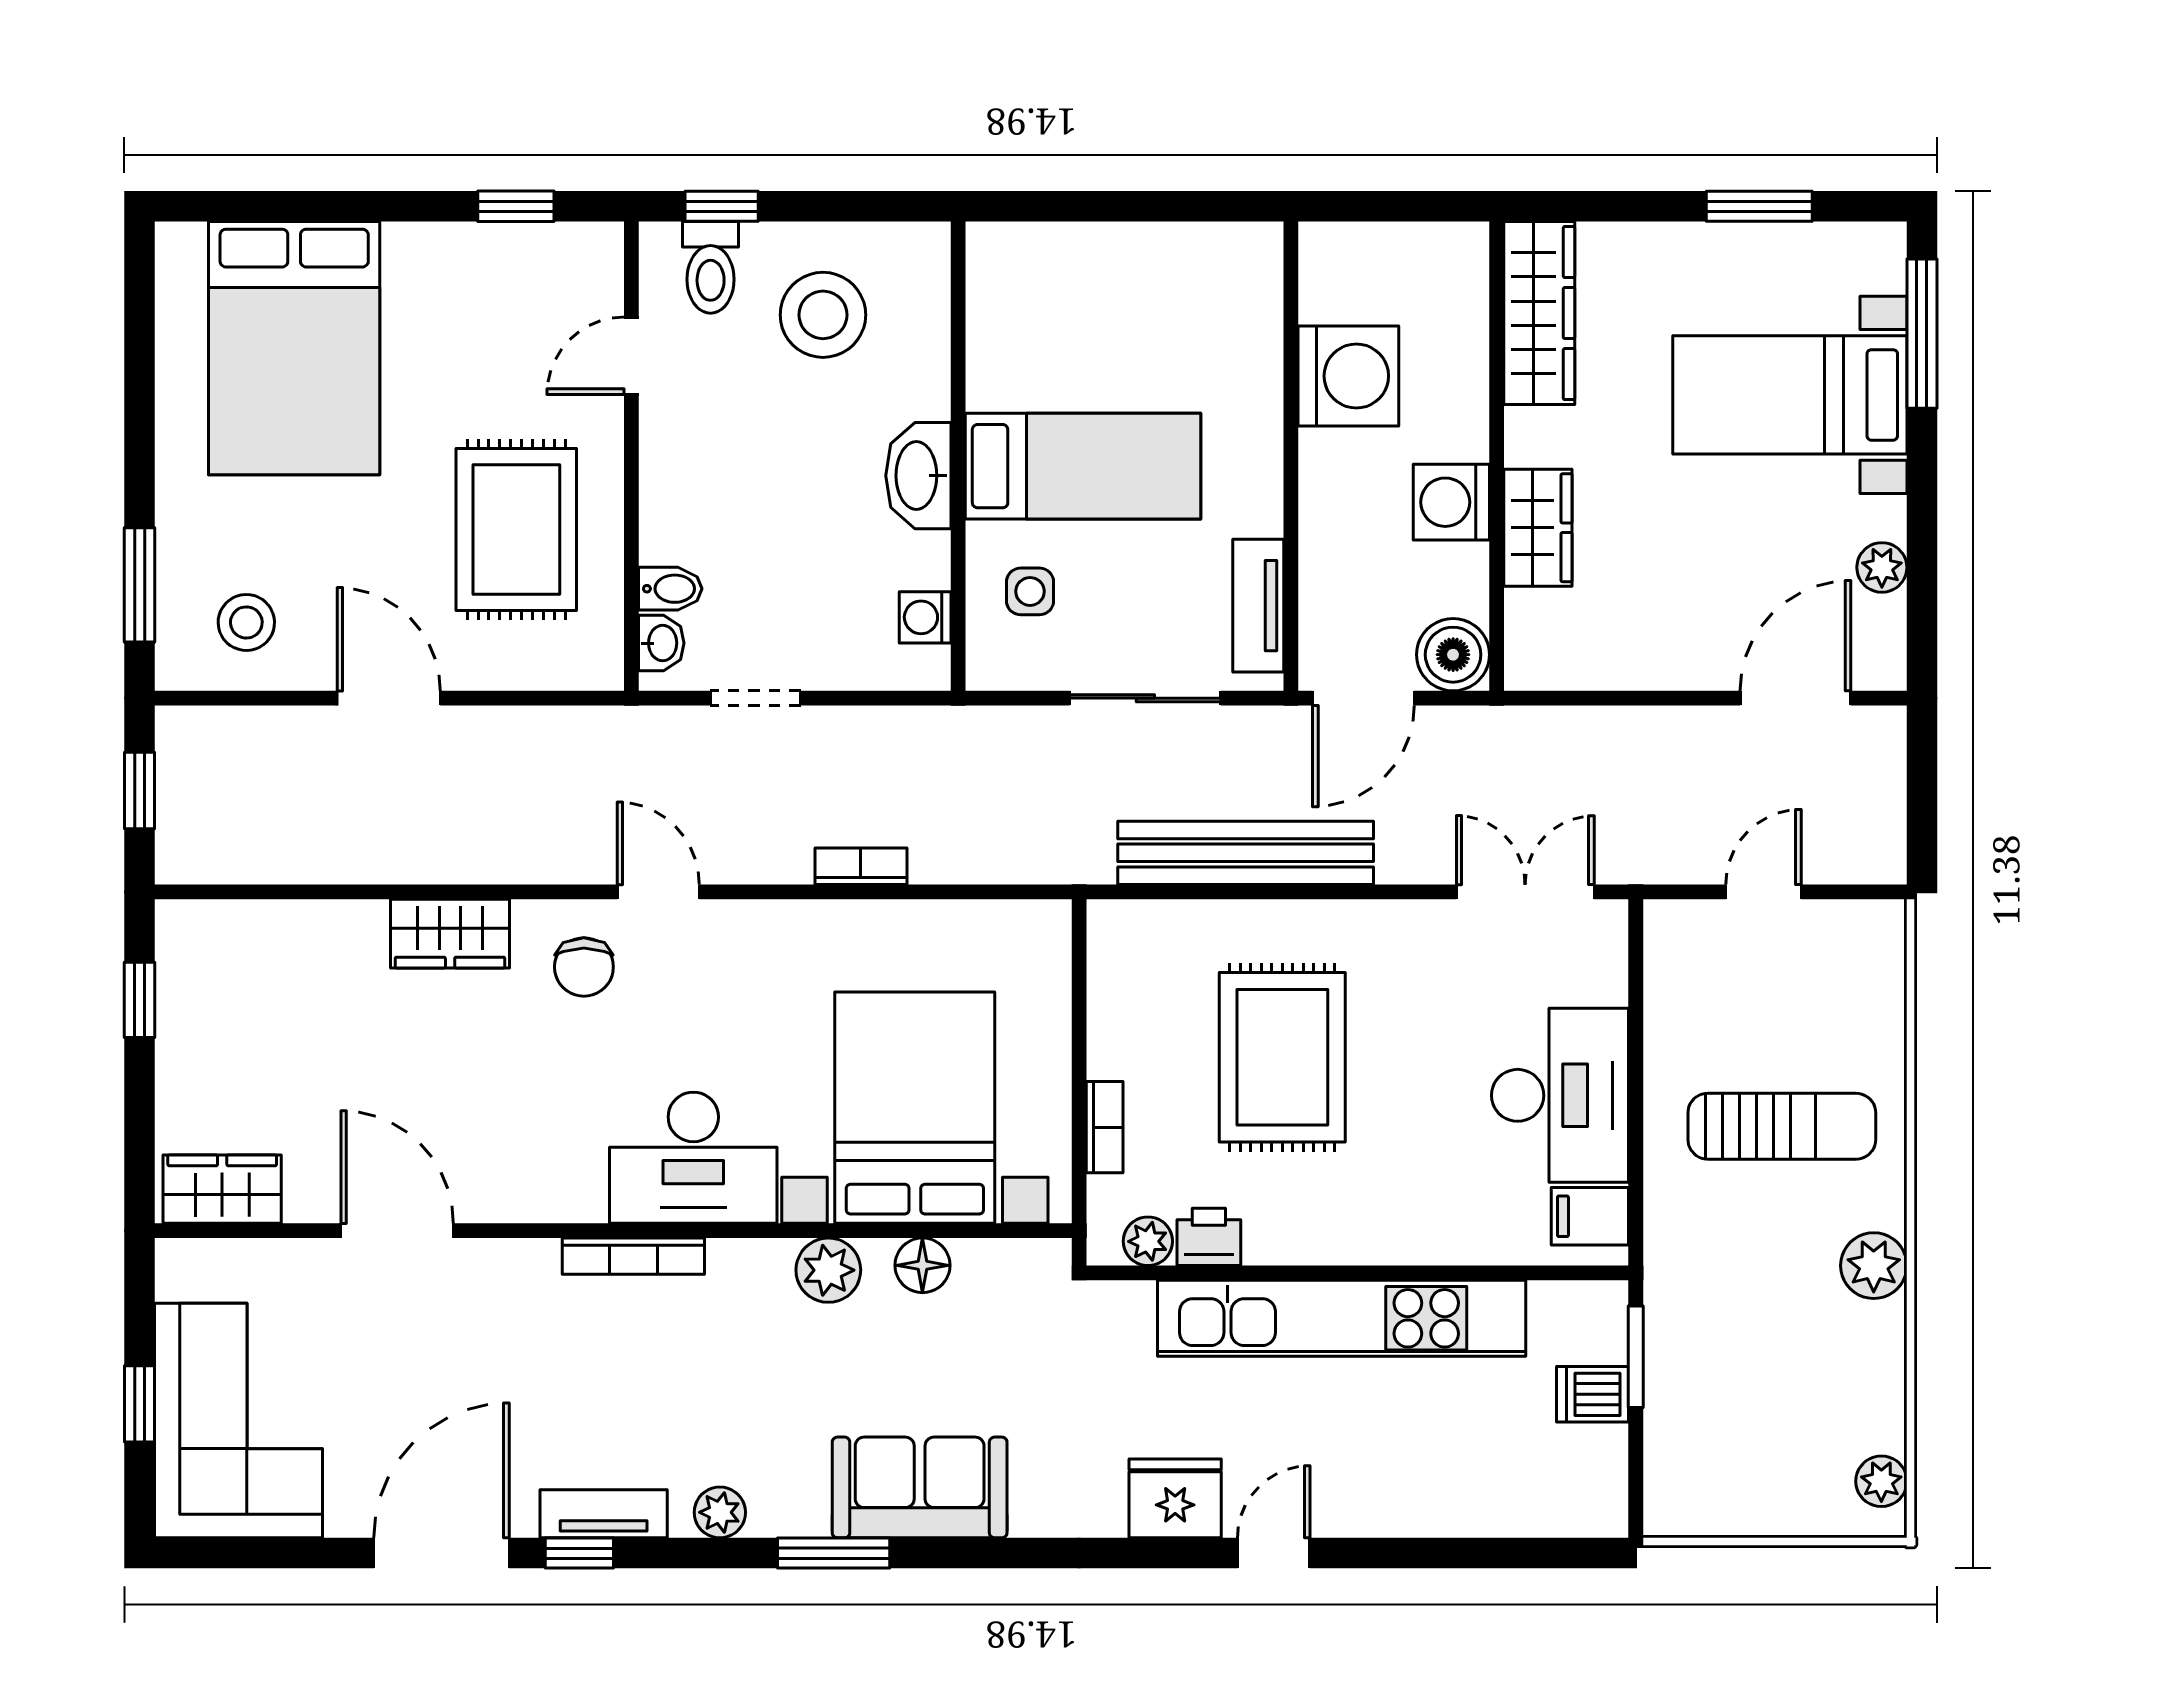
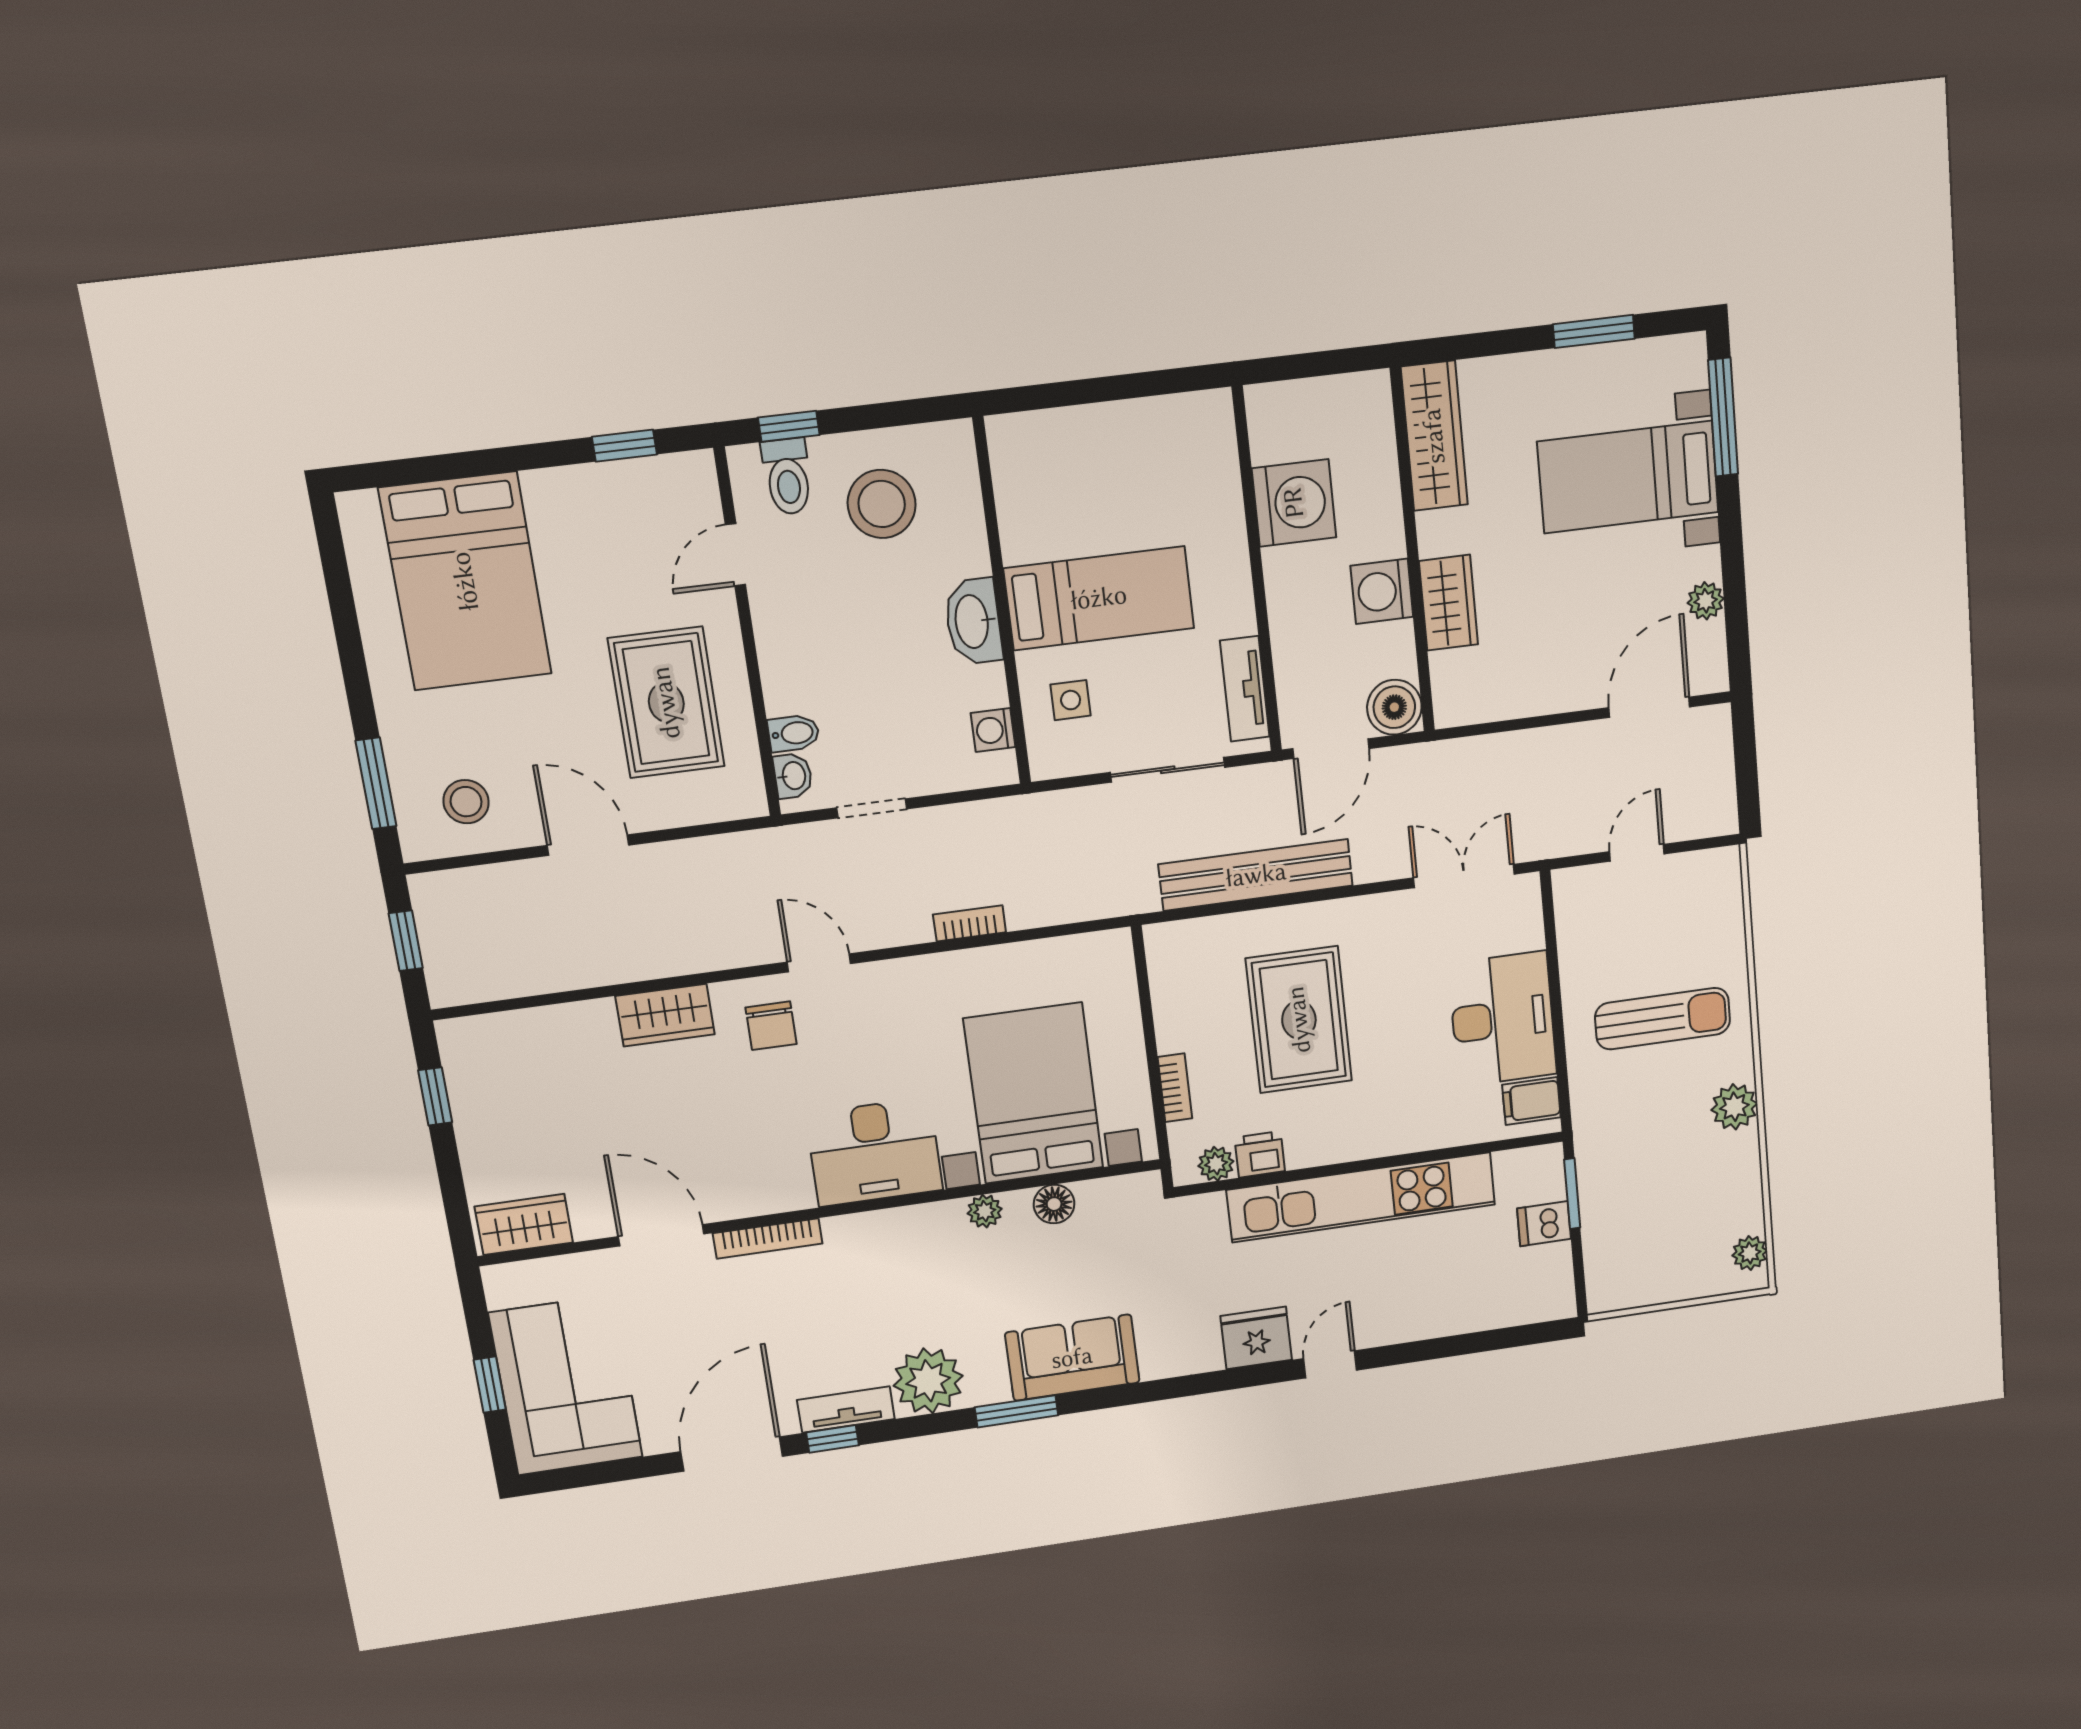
bookcase: (633, 1256) -> (768, 1238), moved
plant: (828, 1270) -> (985, 1211), width x0.73, depth x0.73
plant: (720, 1512) -> (928, 1381), width x1.88, depth x1.88

